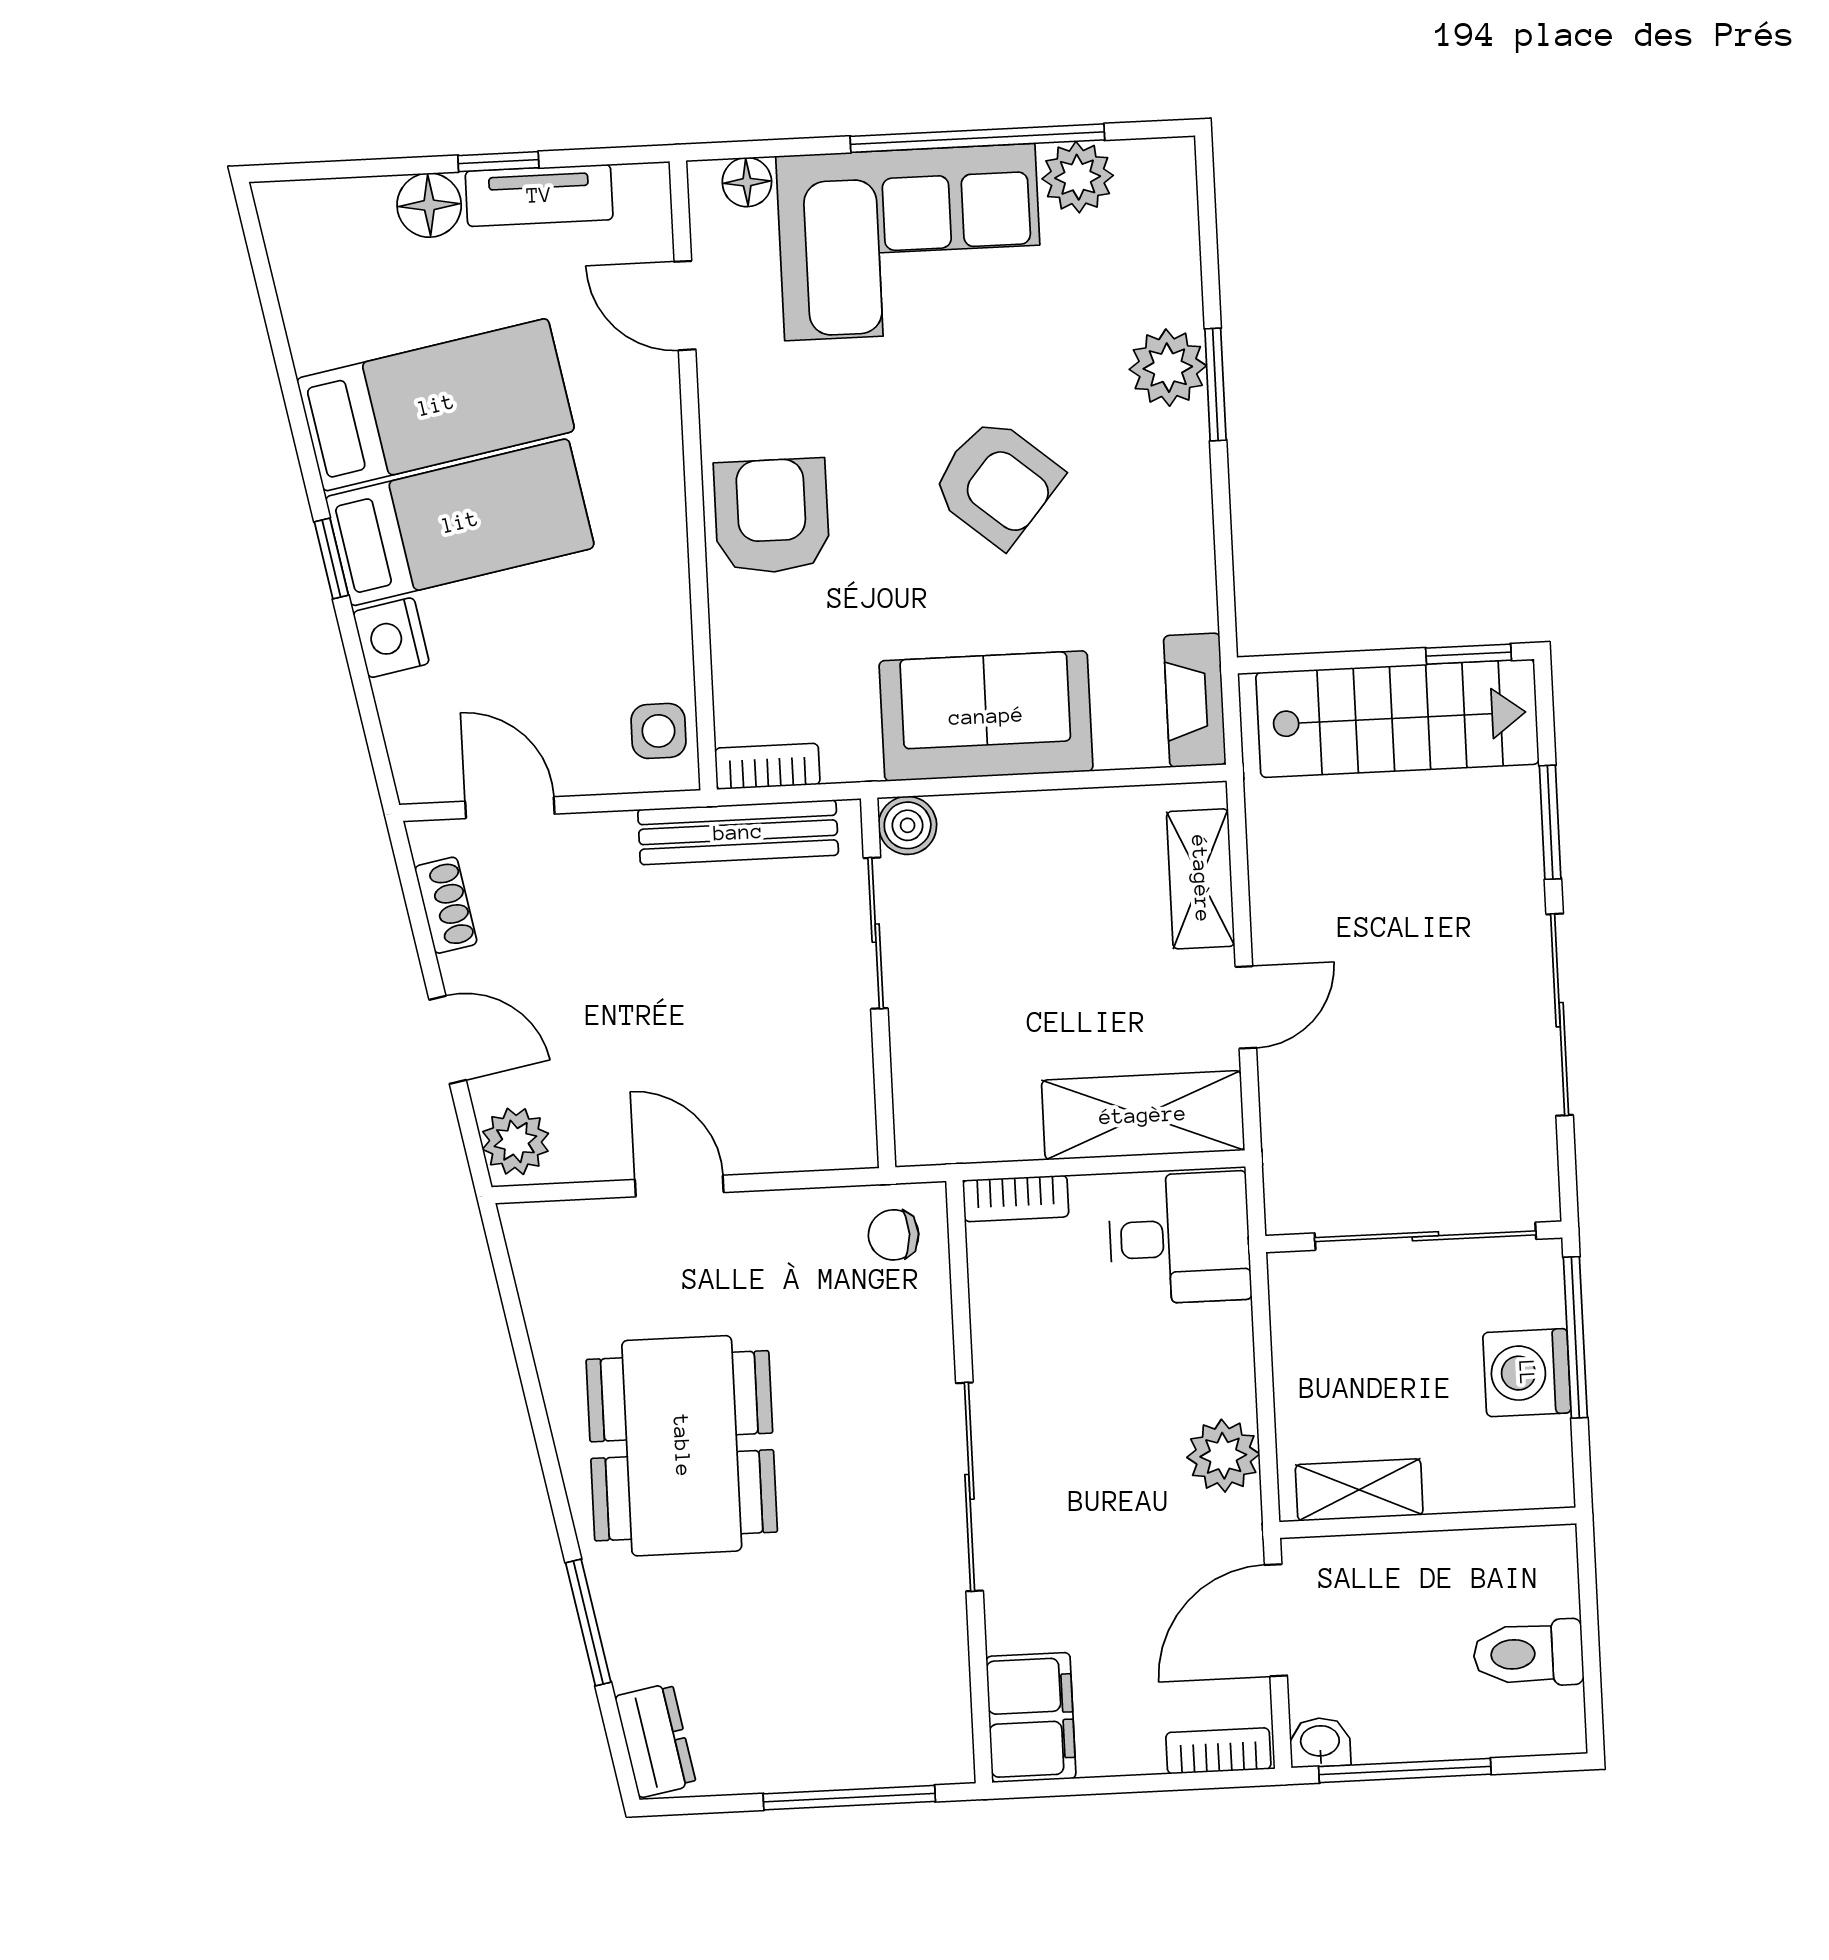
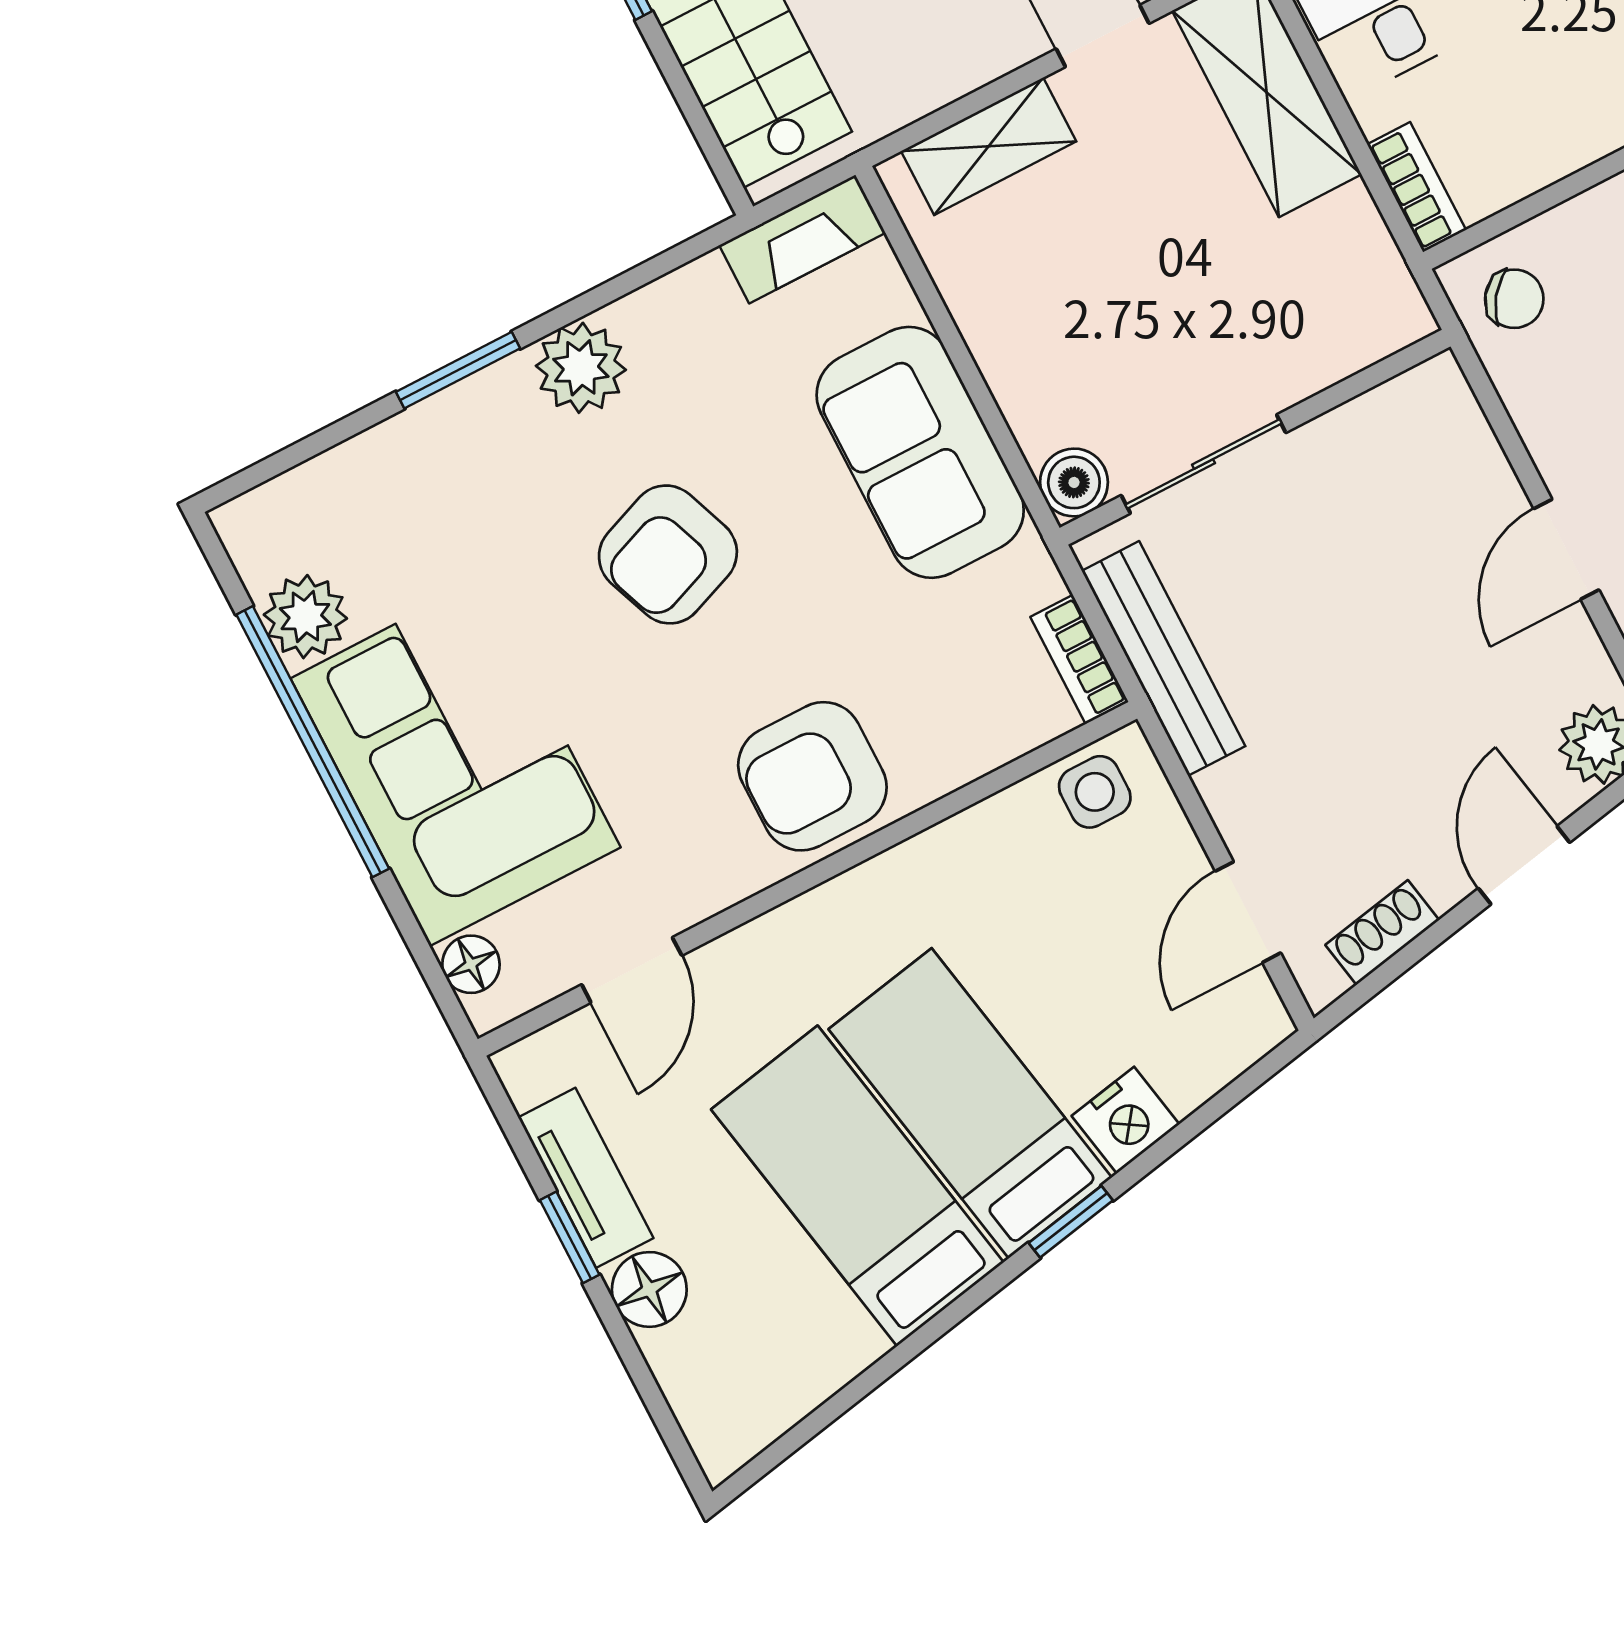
plant: (1168, 368) -> (581, 368), moved
armchair: (996, 482) -> (668, 554), turned -151
chair: (894, 1235) -> (1514, 299), turned -54

